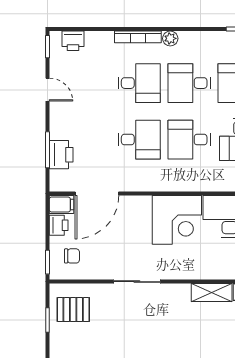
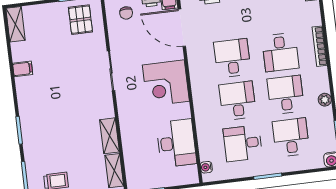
plant: (170, 38) -> (325, 100), moved
desk: (139, 140) -> (232, 58), turned 180
corner desk: (177, 220) -> (166, 83), moved

